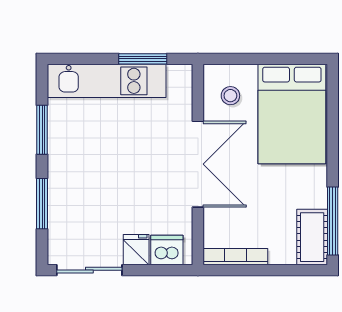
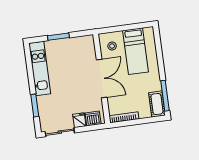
window: (143, 59) -> (58, 37), moved
kitchen unit: (107, 81) -> (40, 68), moved, turned -90
bed: (292, 114) -> (136, 51), width x0.67
window: (42, 130) -> (30, 73), removed

